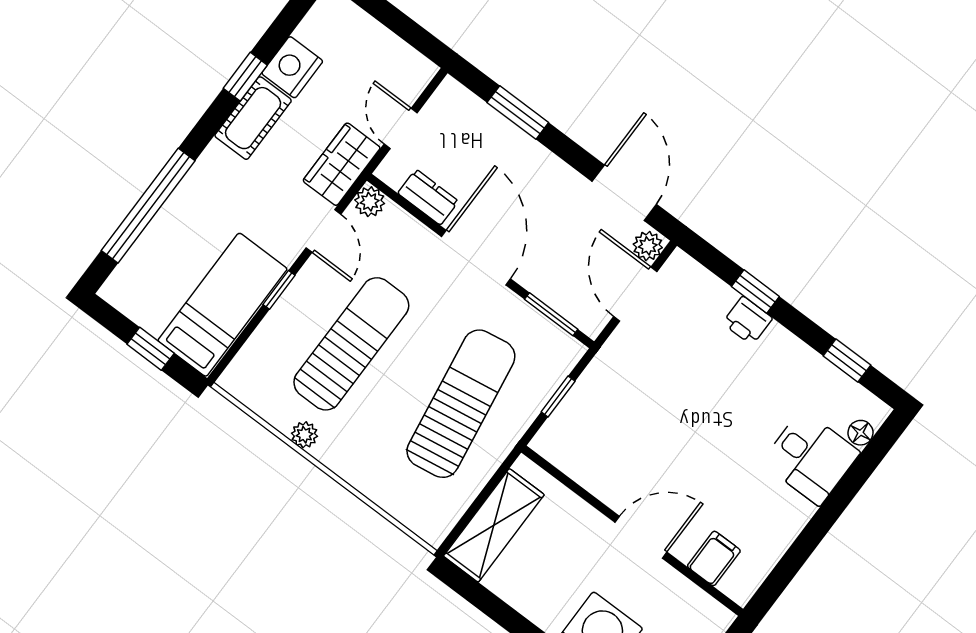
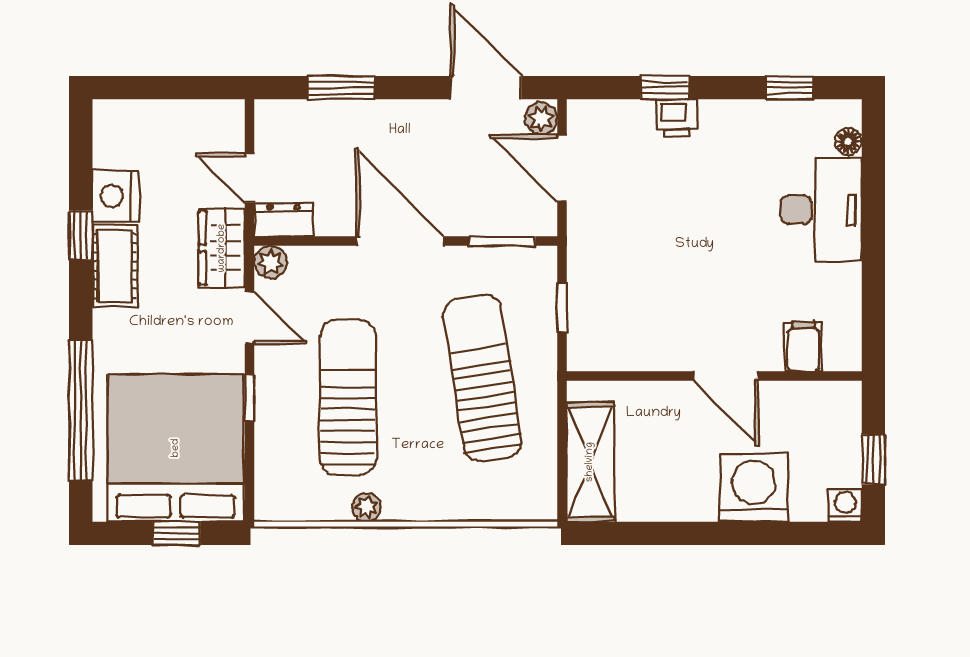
dresser: (428, 197) -> (284, 220), moved
bed: (223, 305) -> (176, 448), width x2.04
desk: (811, 457) -> (821, 210), width x1.37
door: (641, 537) -> (726, 376), swing flipped

